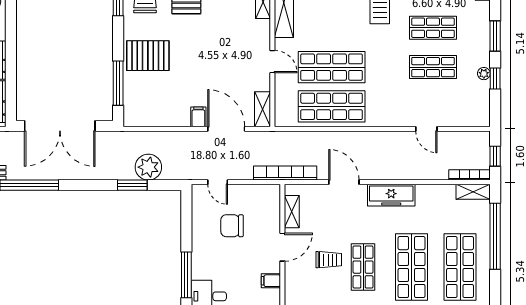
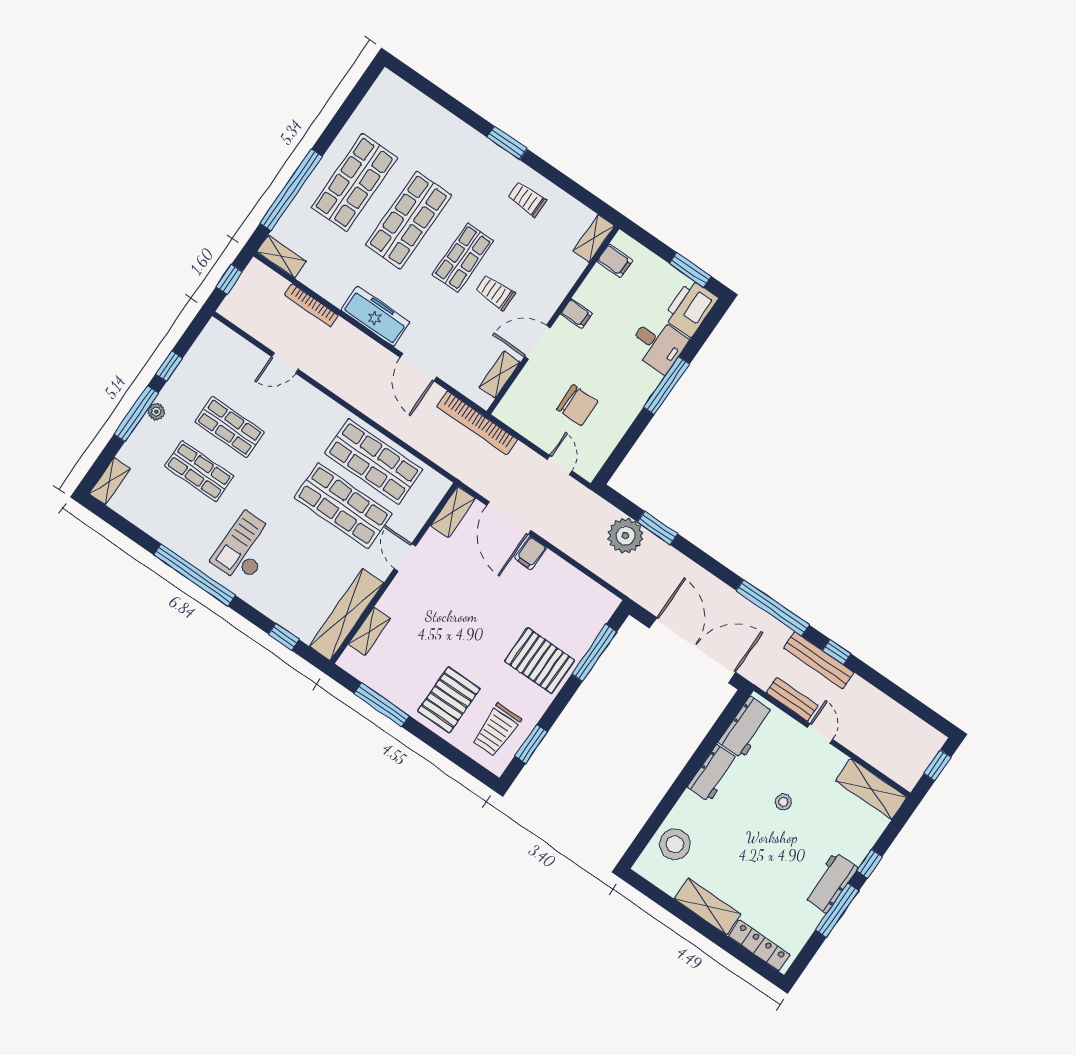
window: (495, 36) -> (136, 414), width x1.44
plant: (484, 74) -> (156, 412), moved
door: (426, 129) -> (285, 363), swing flipped
bookcase: (469, 175) -> (311, 305), moved

